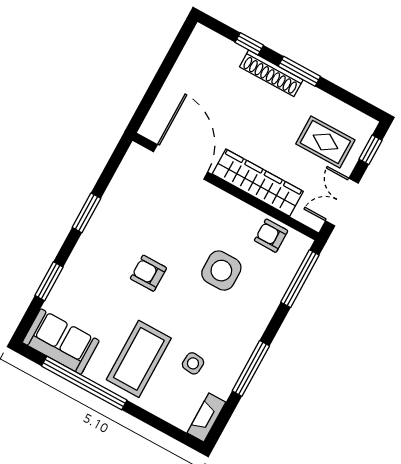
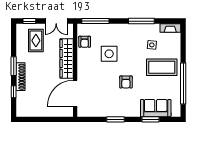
sofa: (61, 342) -> (156, 108), moved, turned 90

